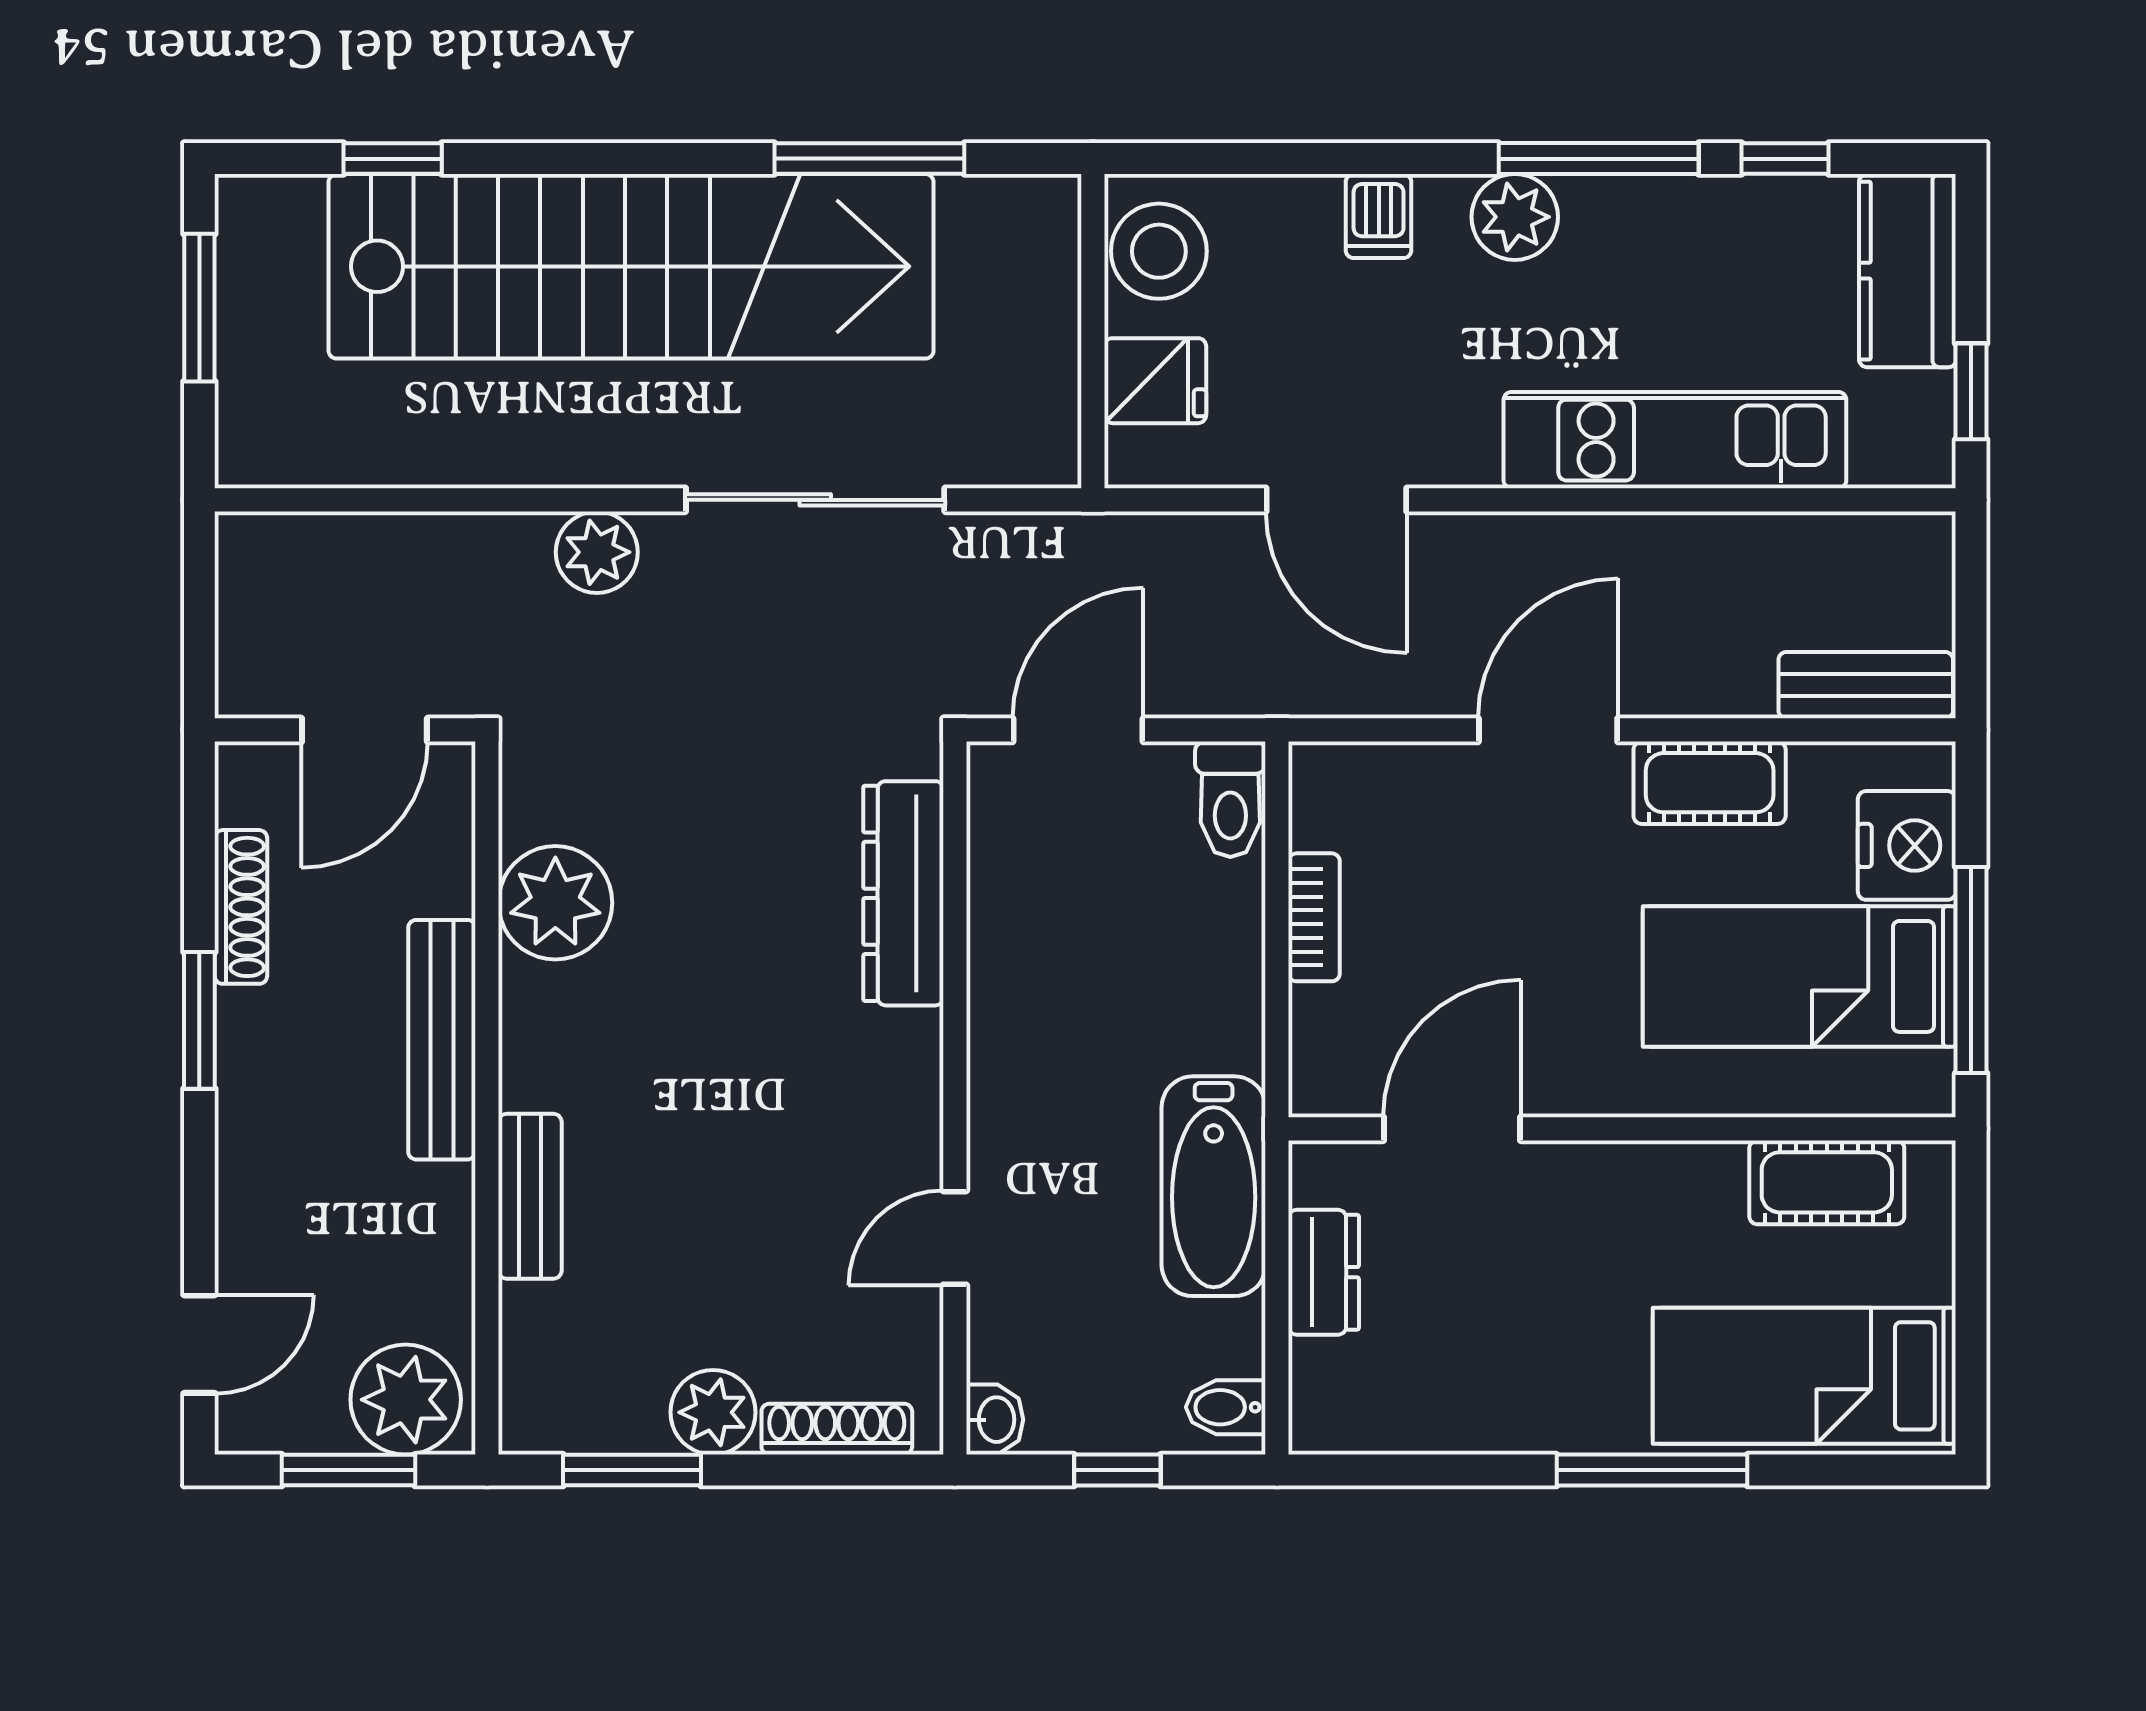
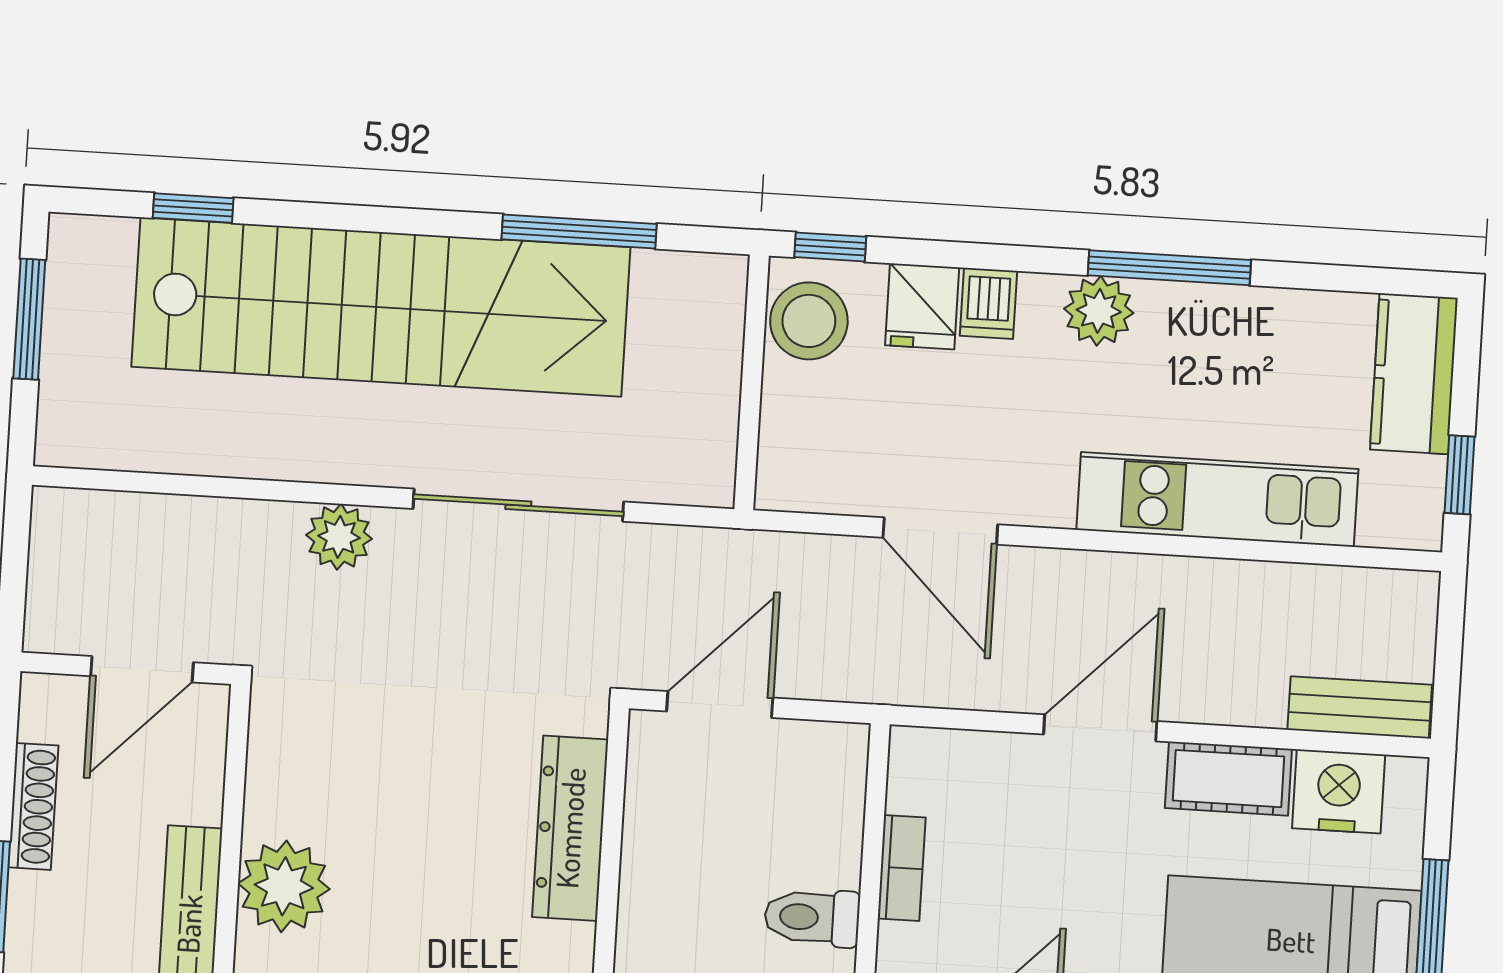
window: (1785, 159) -> (830, 247), moved
fridge: (1155, 381) -> (922, 306), moved, turned 90
toilet: (1230, 799) -> (812, 917), moved, turned 90
nightstand: (1907, 845) -> (1339, 791), moved, turned -90
plant: (555, 903) -> (284, 886), moved

